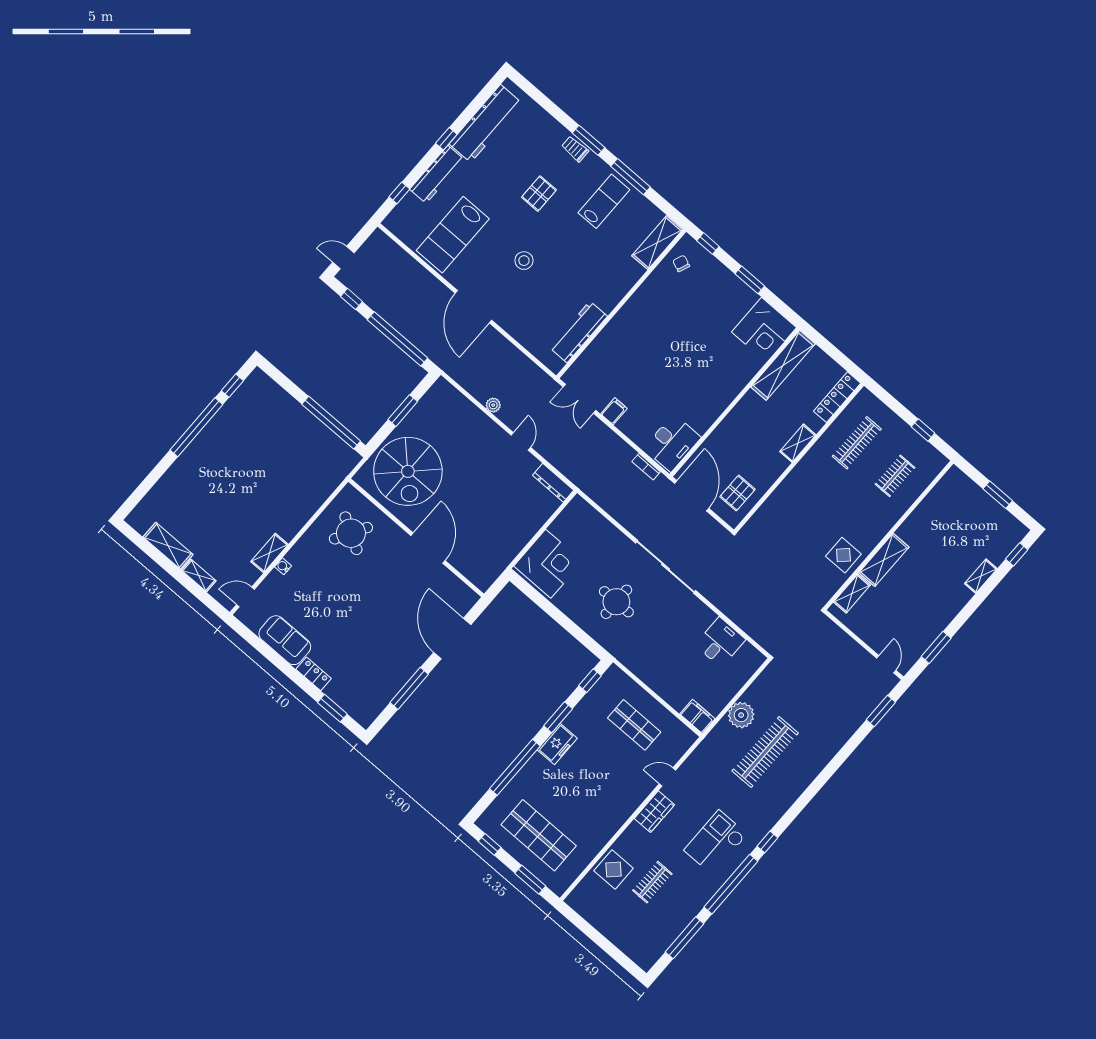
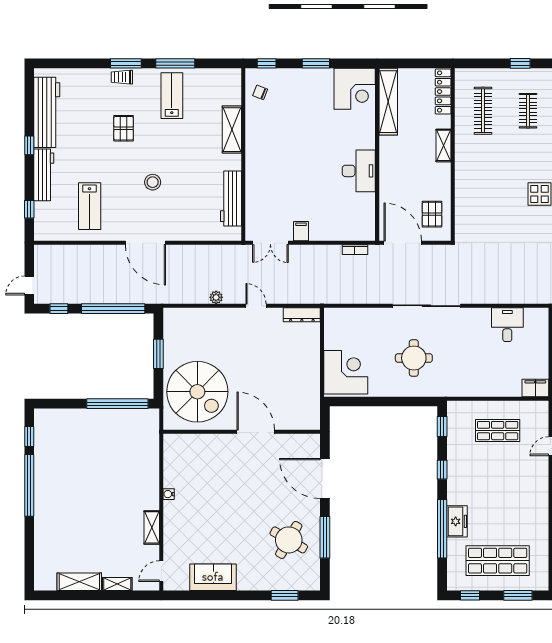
lab bench: (453, 235) -> (90, 206), width x0.73, depth x0.72
shelving: (657, 243) -> (232, 130), moved
desk: (672, 443) -> (359, 171), moved
round table: (351, 533) -> (289, 540), moved
water cooler: (283, 566) -> (169, 494), moved
locker: (314, 674) -> (252, 583), removed
window: (558, 717) -> (442, 470), width x0.67
freezer: (557, 744) -> (457, 521), moved

